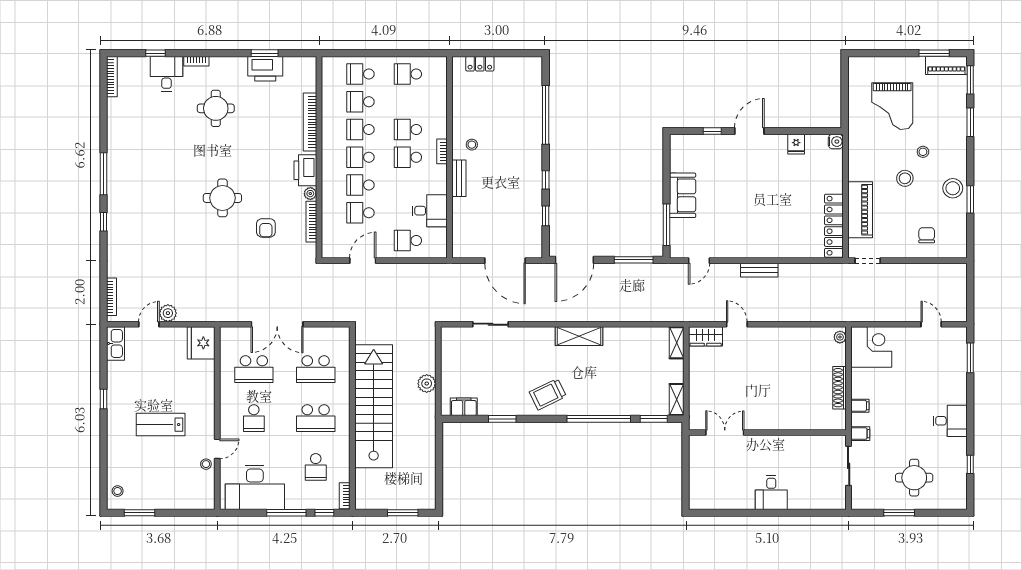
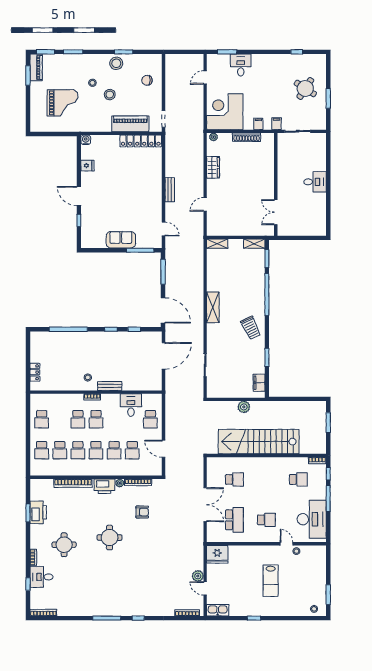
round table: (222, 198) -> (110, 538), moved
wardrobe: (706, 336) -> (213, 167), moved
corner desk: (871, 347) -> (225, 112), width x1.36, depth x1.36
school desk: (316, 369) -> (234, 479), width x0.54
school desk: (316, 418) -> (266, 479), removed
desk: (950, 421) -> (241, 65), moved
round table: (914, 478) -> (305, 88), turned 33

